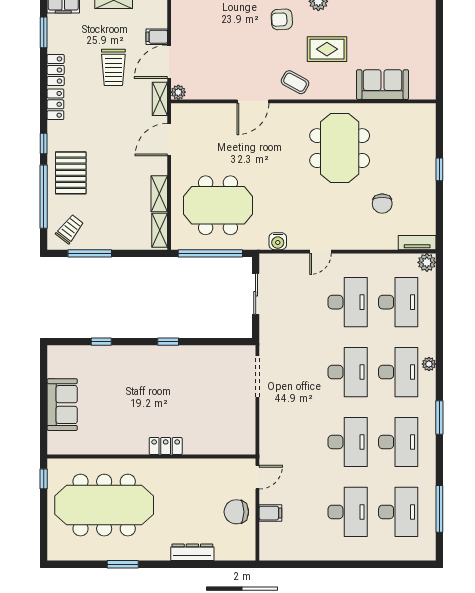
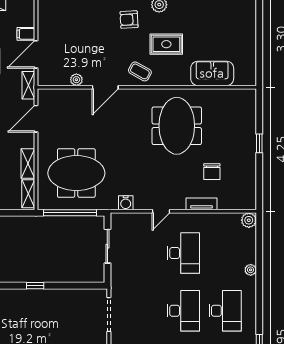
plant: (178, 92) -> (76, 80), moved
tv unit: (417, 243) -> (202, 204), moved
desk: (398, 302) -> (225, 253), removed
plant: (429, 364) -> (251, 270), moved

